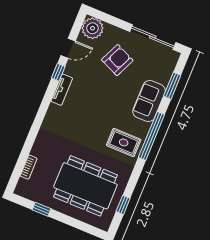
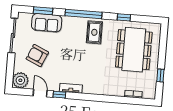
sofa: (149, 101) -> (47, 23), moved
window: (123, 205) -> (124, 17), moved

